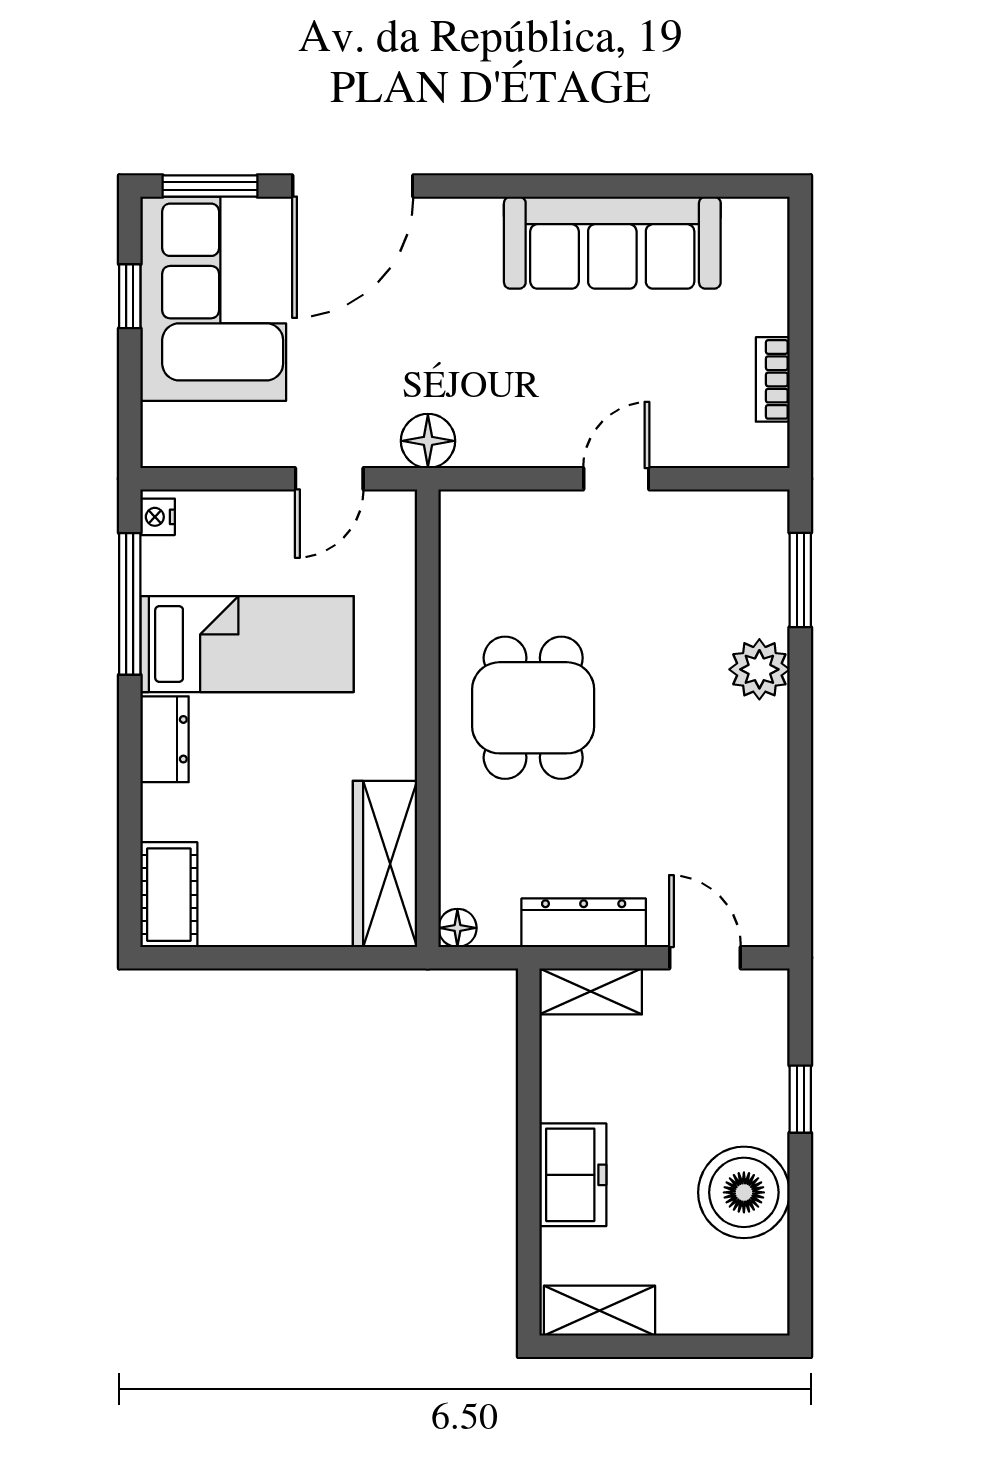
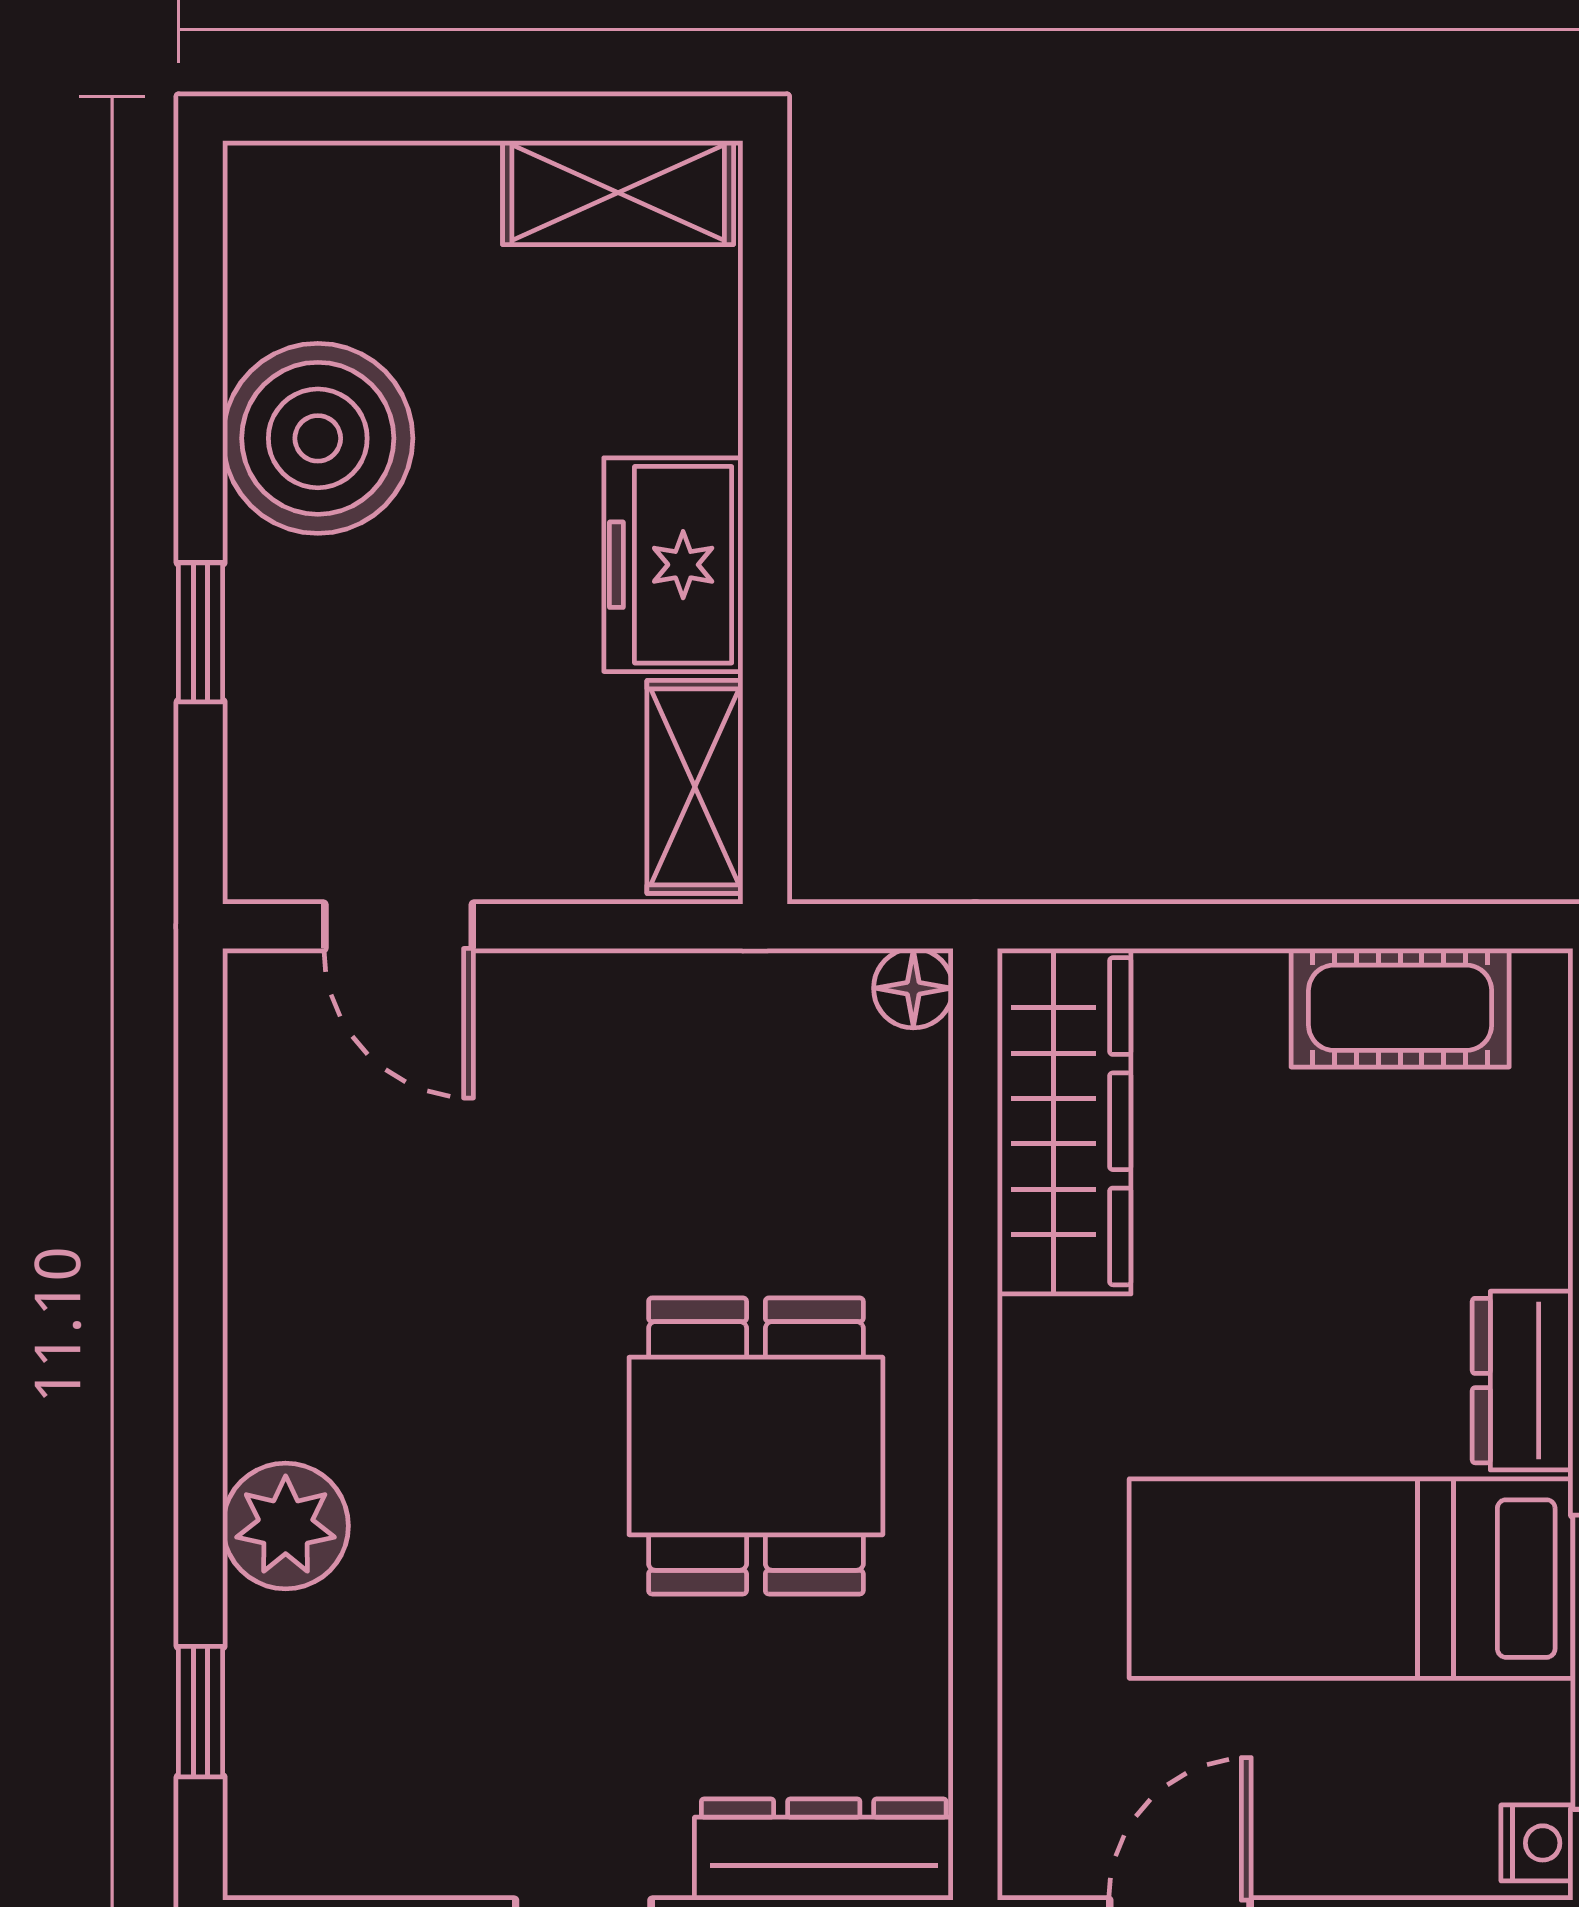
window: (800, 580) -> (201, 1712), width x0.67
cot: (169, 895) -> (1400, 1008), moved, turned 90
dresser: (584, 923) -> (824, 1850), moved, turned 180
shelving: (591, 991) -> (695, 787), moved, turned 90
freezer: (573, 1175) -> (673, 565), moved

